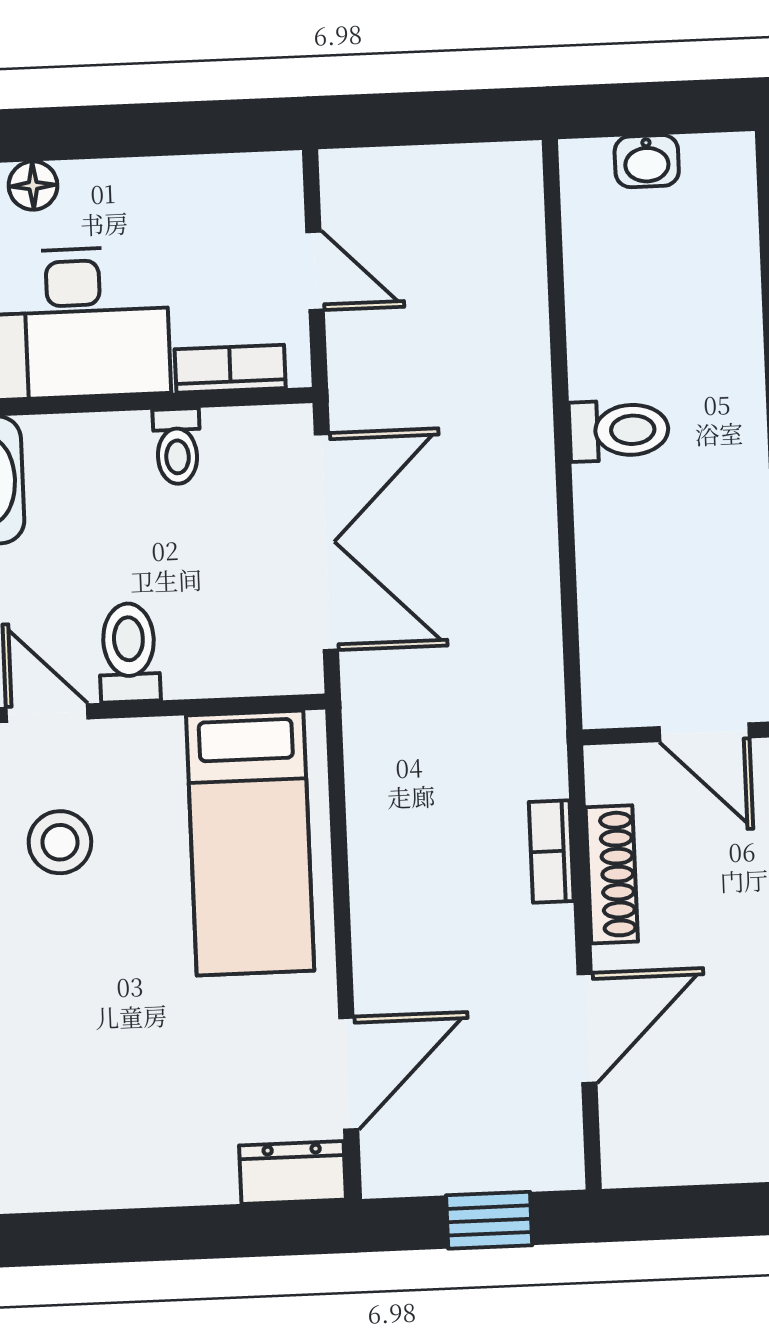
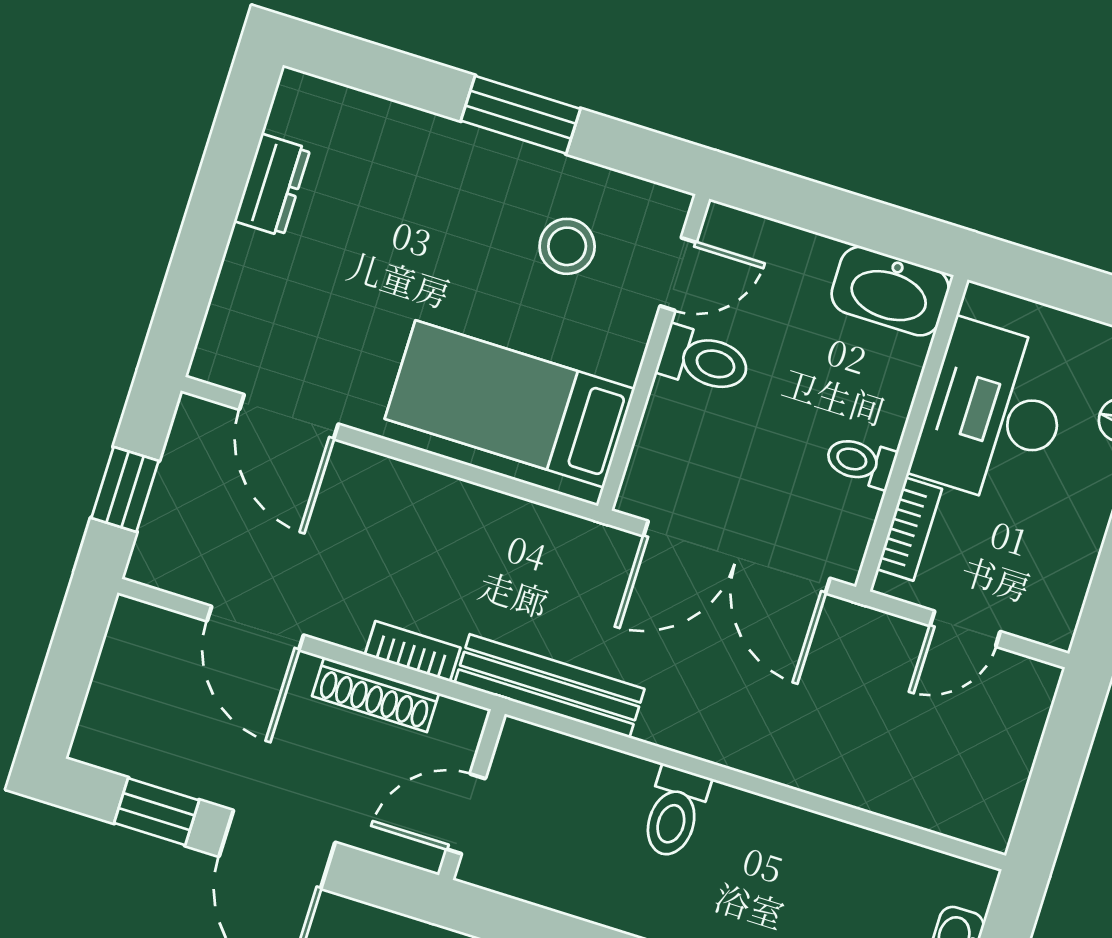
toilet: (619, 430) -> (674, 812), moved
bench: (536, 692) -> (549, 686), added
dresser: (293, 1172) -> (272, 185), moved

